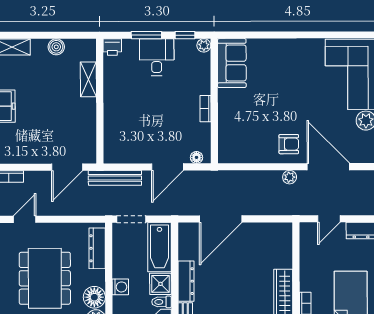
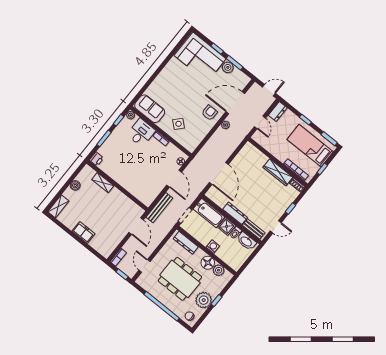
desk: (157, 57) -> (141, 133), moved, turned 90
side table: (242, 116) -> (179, 124), added

